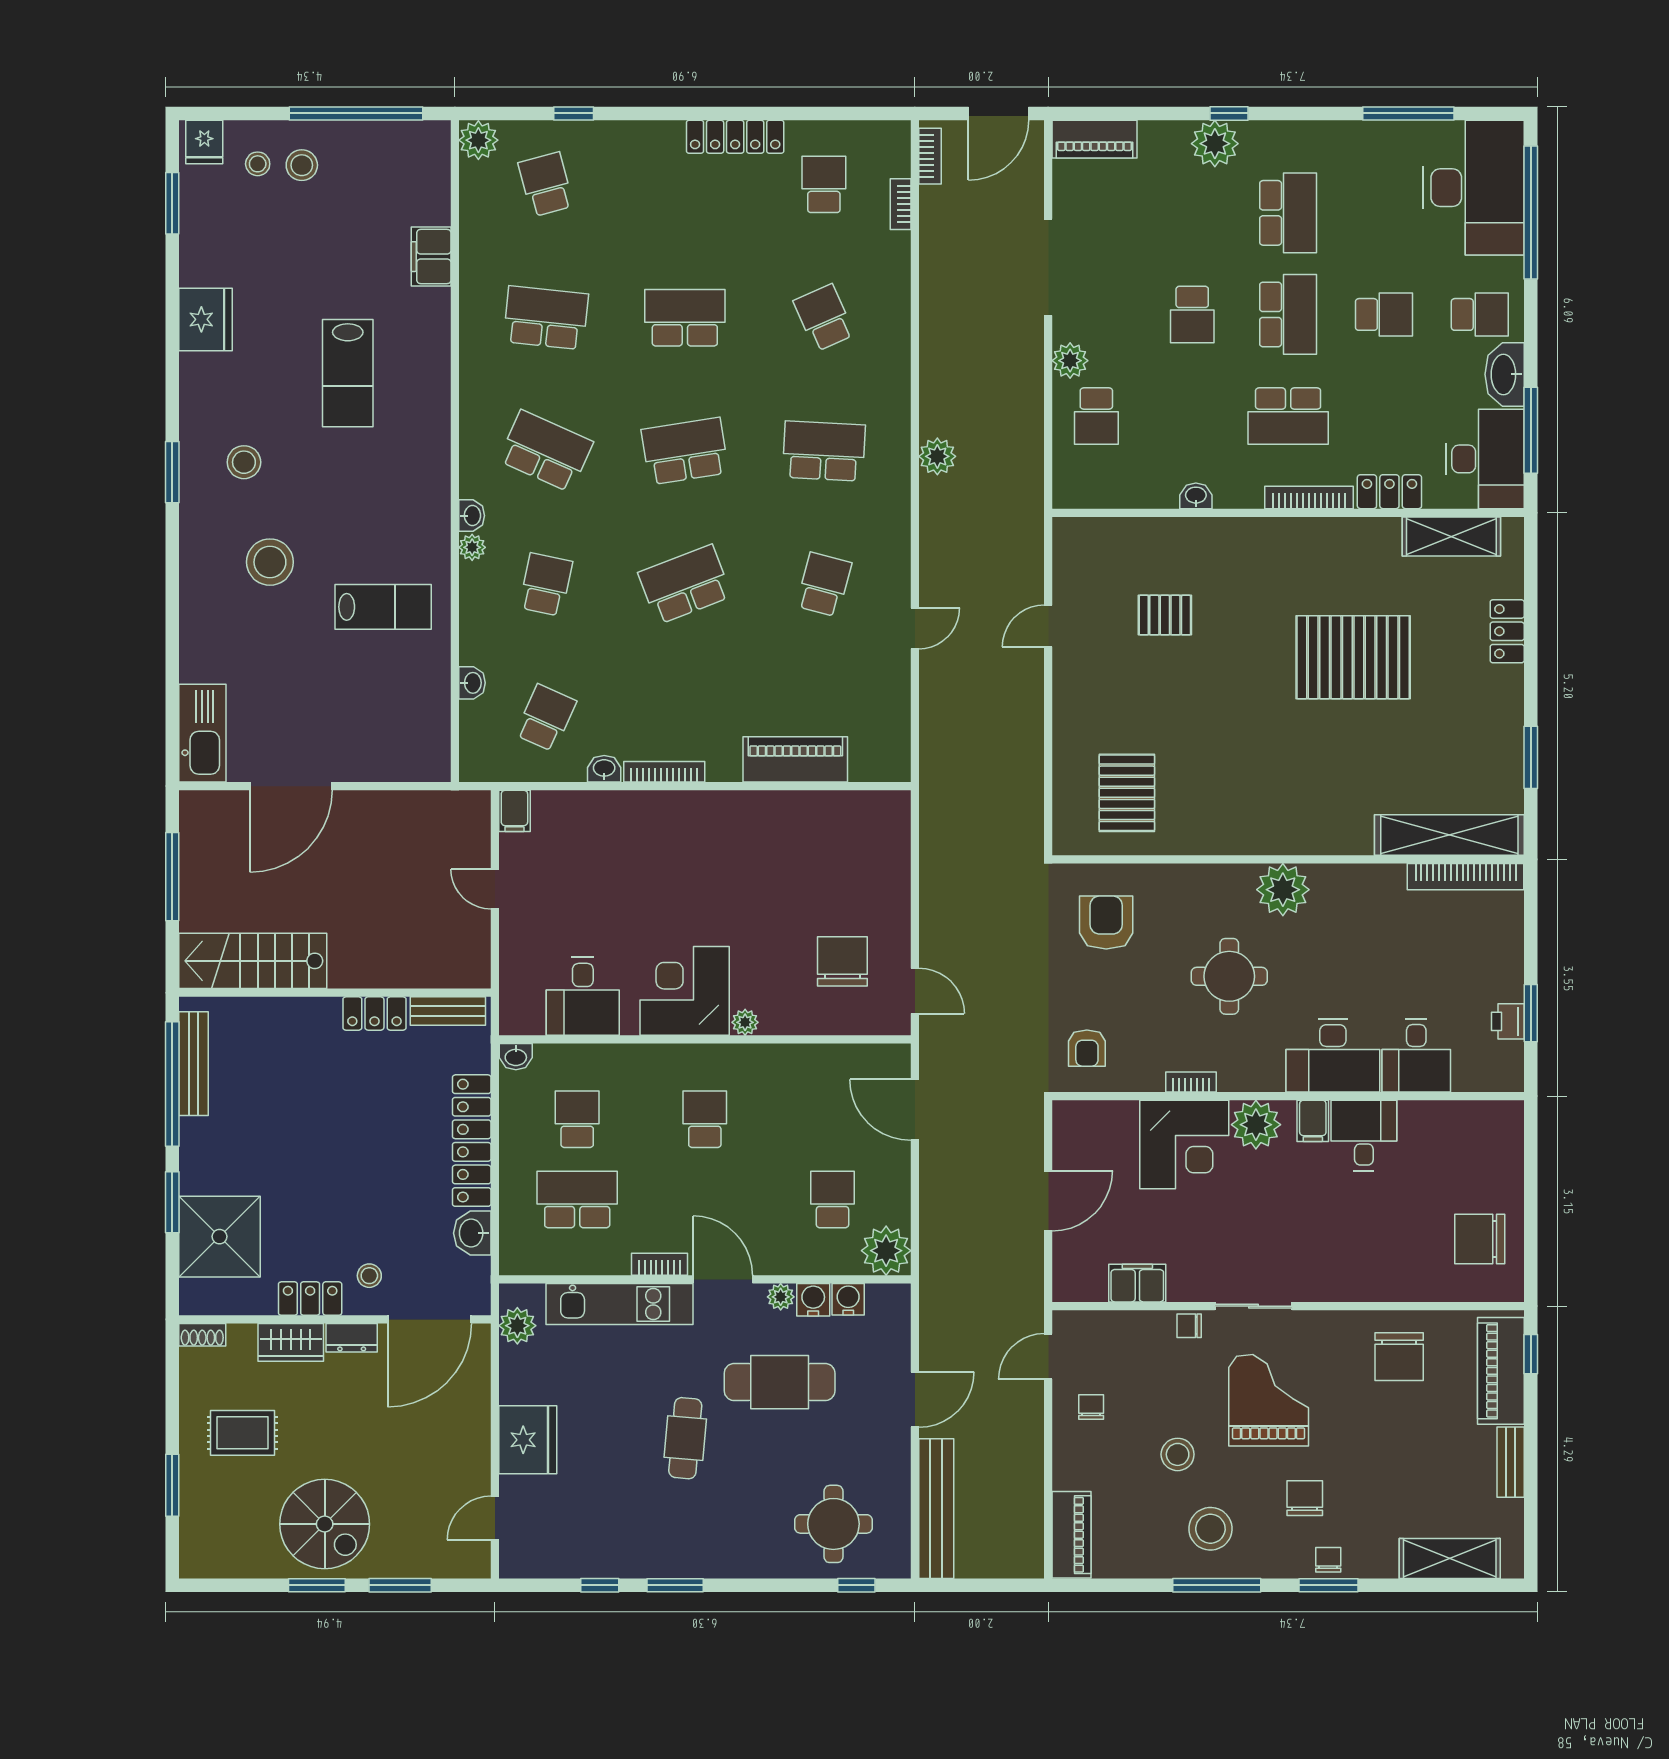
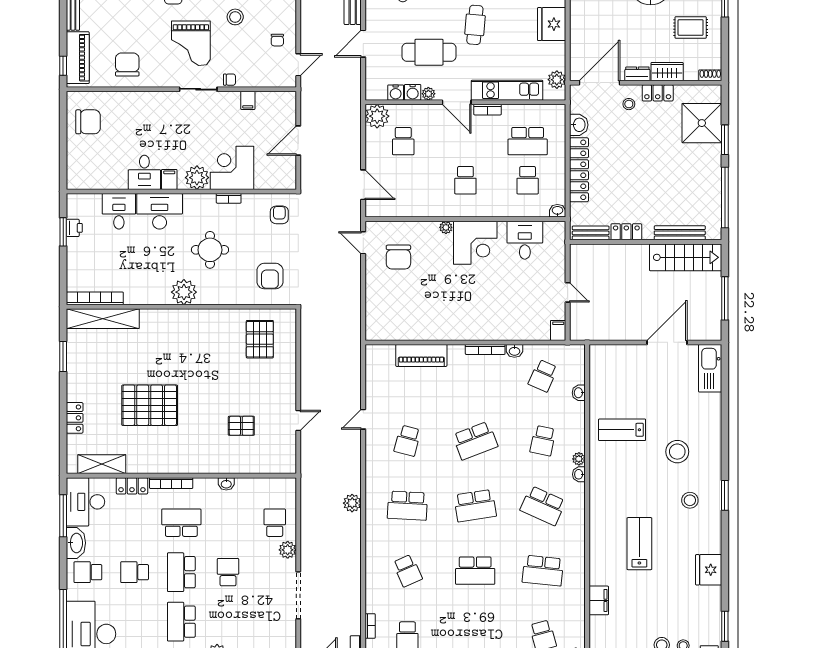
bench: (193, 1064) -> (680, 233), moved, turned 90
filing cabinet: (1137, 1283) -> (248, 100), width x0.50

